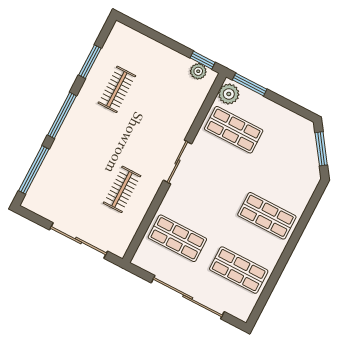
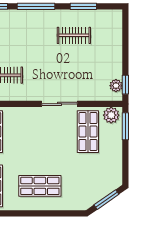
sliding door: (177, 162) -> (60, 104), moved
shop shelf: (267, 216) -> (40, 186), turned 90

